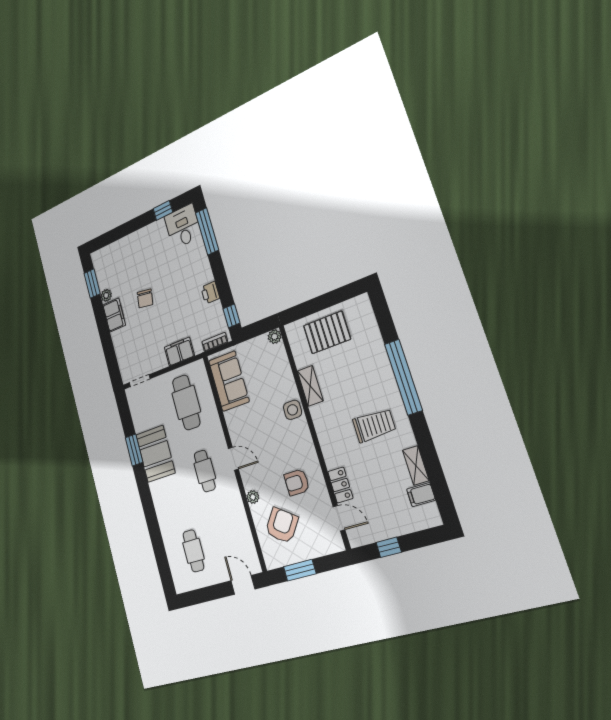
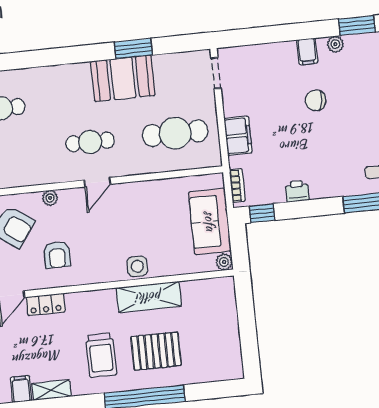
filing cabinet: (114, 315) -> (307, 51), width x0.50
pallet: (327, 332) -> (156, 351), moved, turned 90
sofa: (229, 381) -> (210, 221), moved, turned 90
shelving: (310, 386) -> (149, 297), width x1.50, depth x1.33
armchair: (297, 482) -> (57, 255), turned 180

